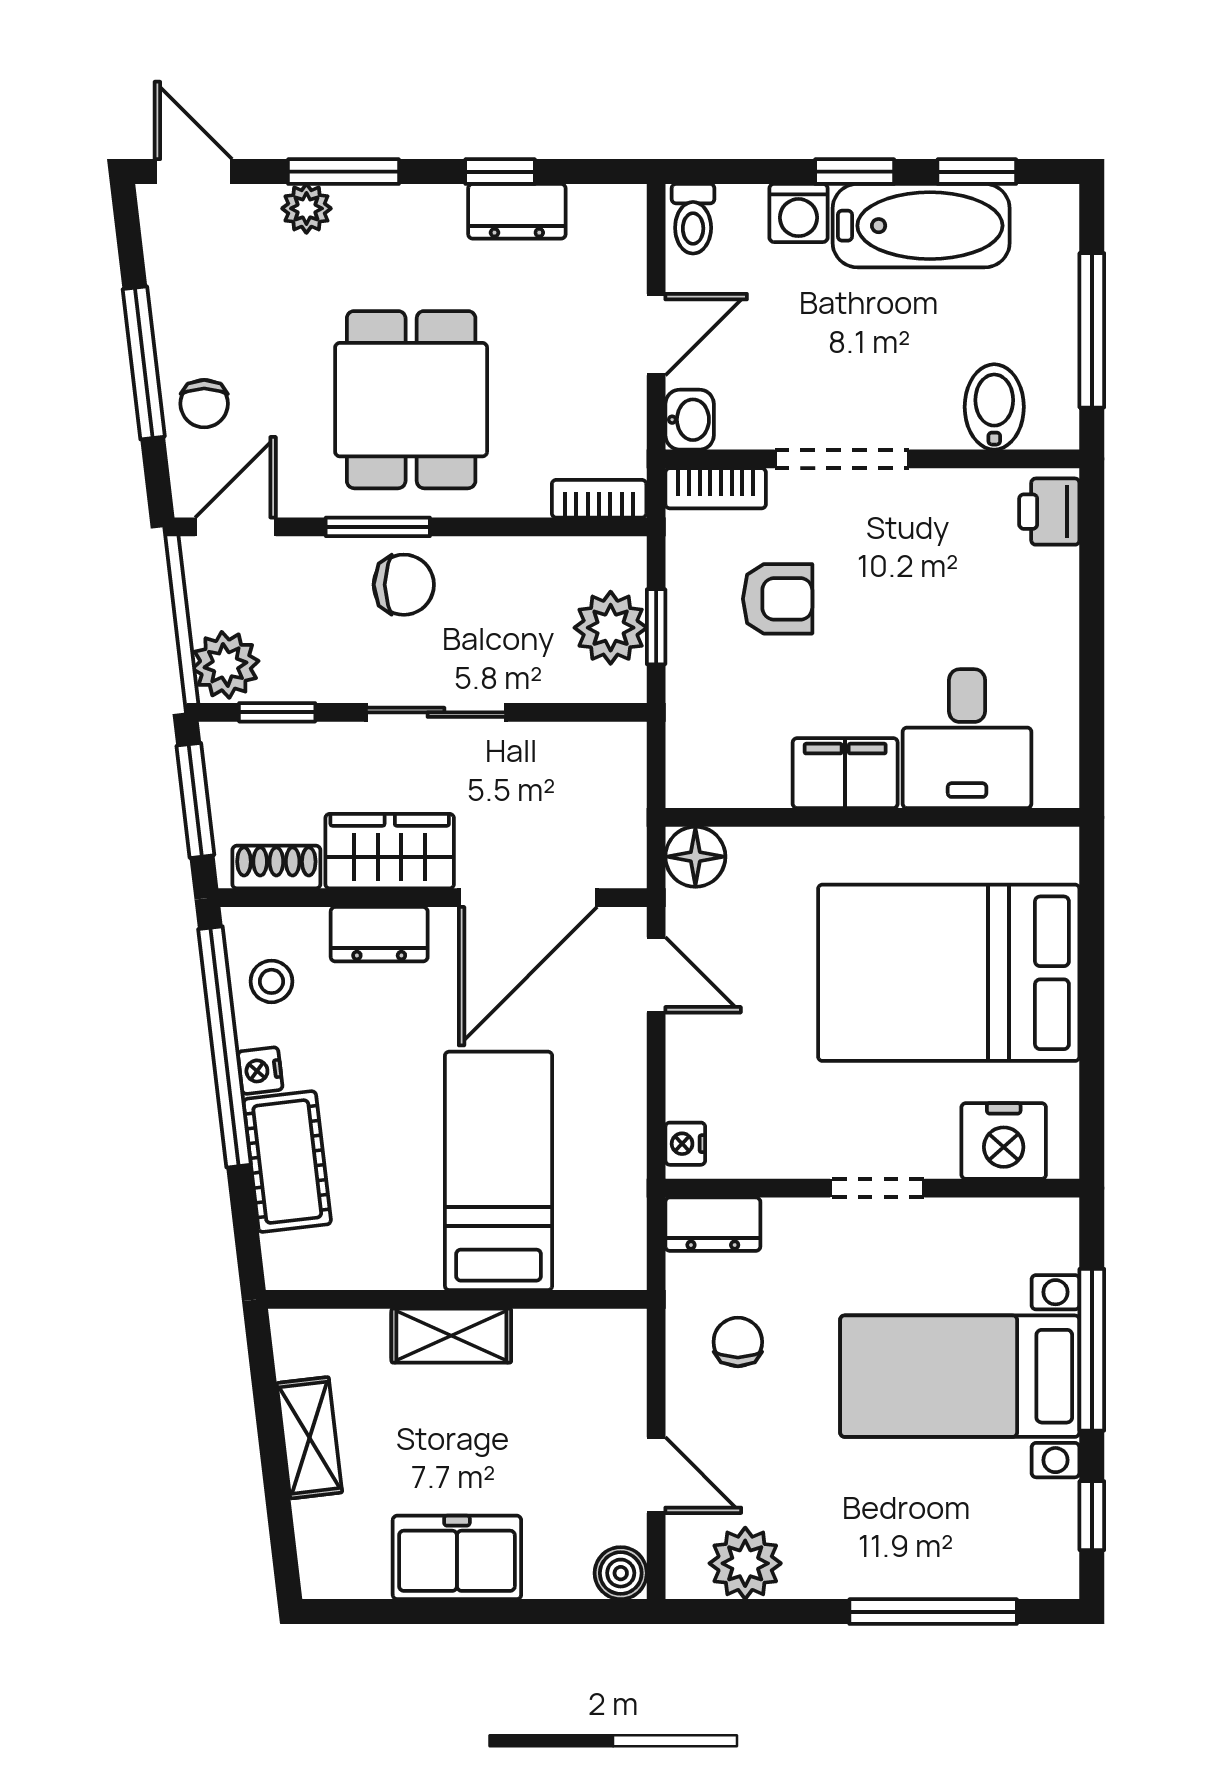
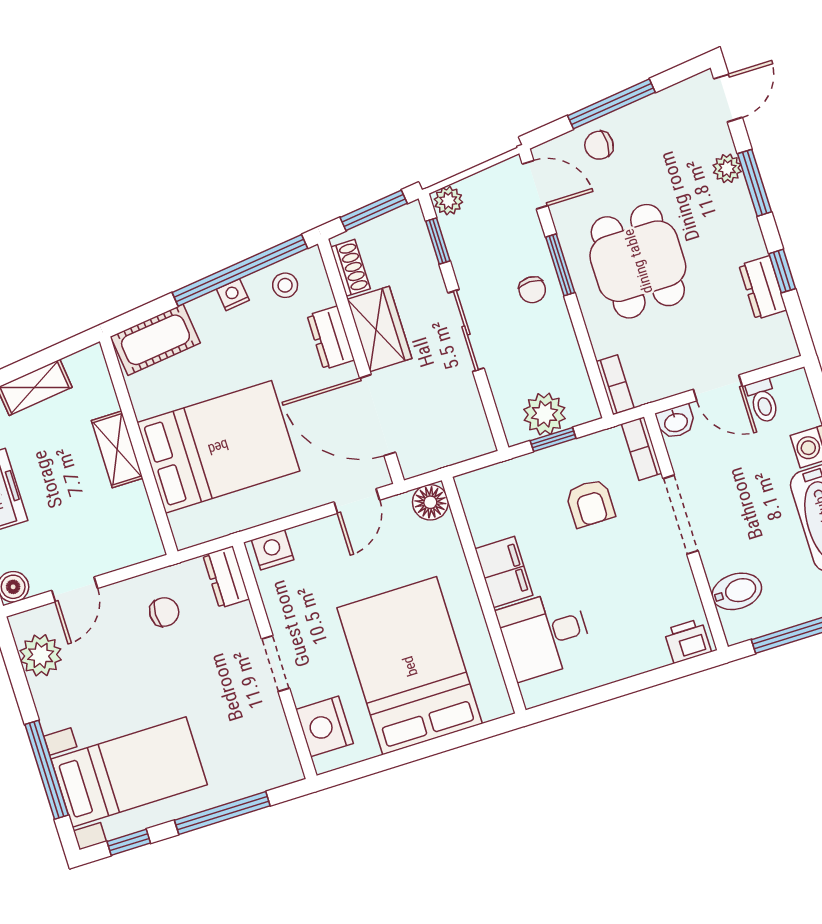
toilet: (693, 219) -> (763, 401), moved, turned -90
dining table: (411, 400) -> (638, 261), turned 90
chair: (404, 585) -> (532, 290), width x0.73, depth x0.73
plant: (225, 665) -> (448, 201), width x0.73, depth x0.73
nightstand: (685, 1144) -> (273, 550), width x1.39, depth x1.35
cot: (287, 1162) -> (155, 340), moved
bed: (499, 1171) -> (218, 447), width x1.50
bed with nightstands: (960, 1376) -> (129, 772), moved, turned 90

